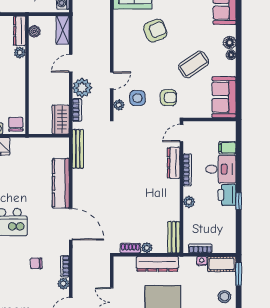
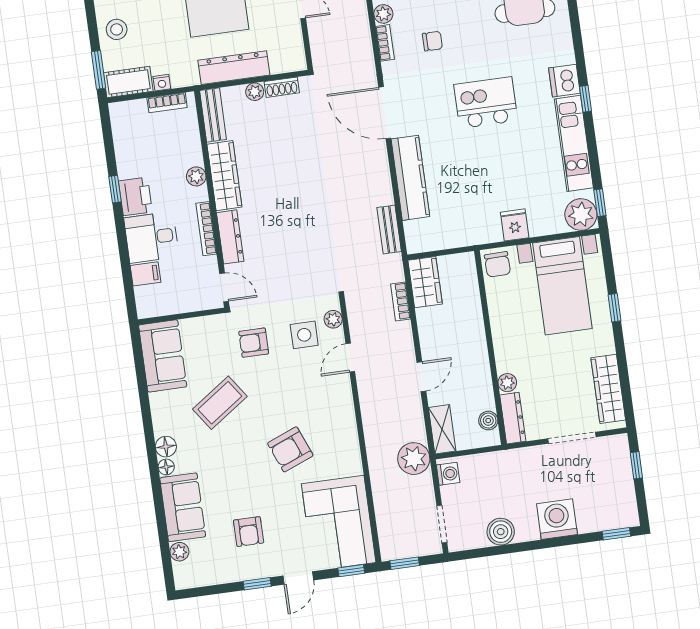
floor lamp: (231, 55) -> (166, 467), moved
plant: (82, 88) -> (414, 459), moved
door: (181, 133) -> (224, 287), hinge flipped
bench: (78, 149) -> (389, 230), width x0.73
wardrobe: (172, 200) -> (224, 176), added

